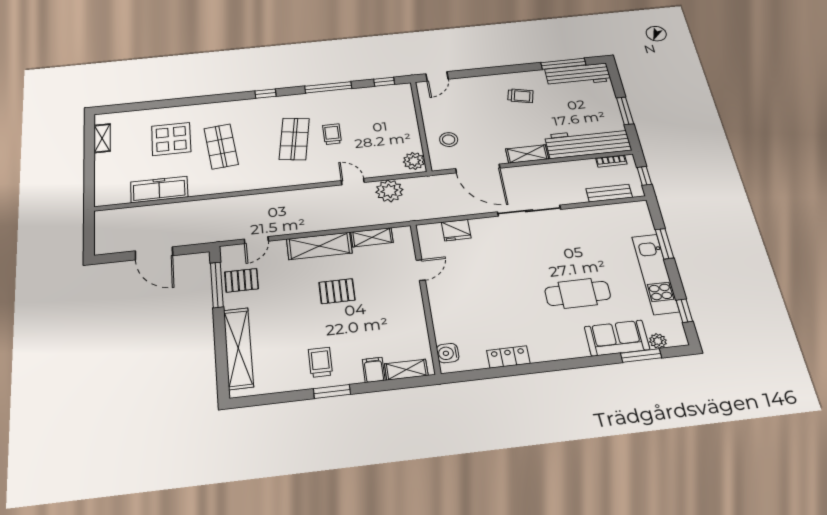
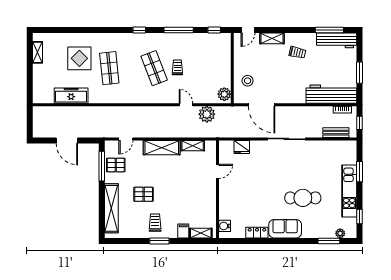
shop shelf: (294, 139) -> (154, 68), turned -30
shelving: (527, 154) -> (272, 38), moved
pallet: (337, 291) -> (144, 194), moved
sofa: (617, 338) -> (285, 229), moved

